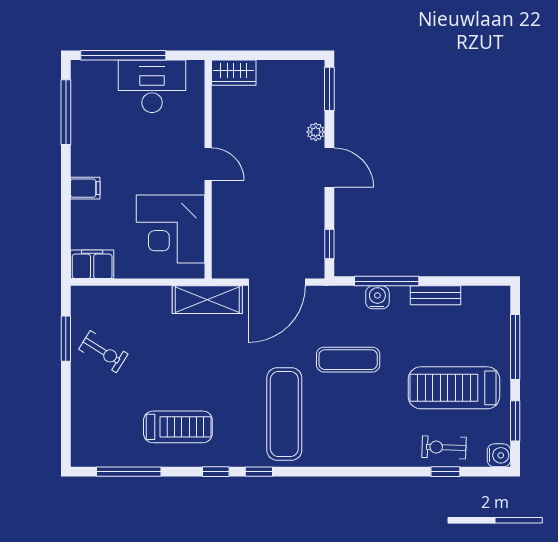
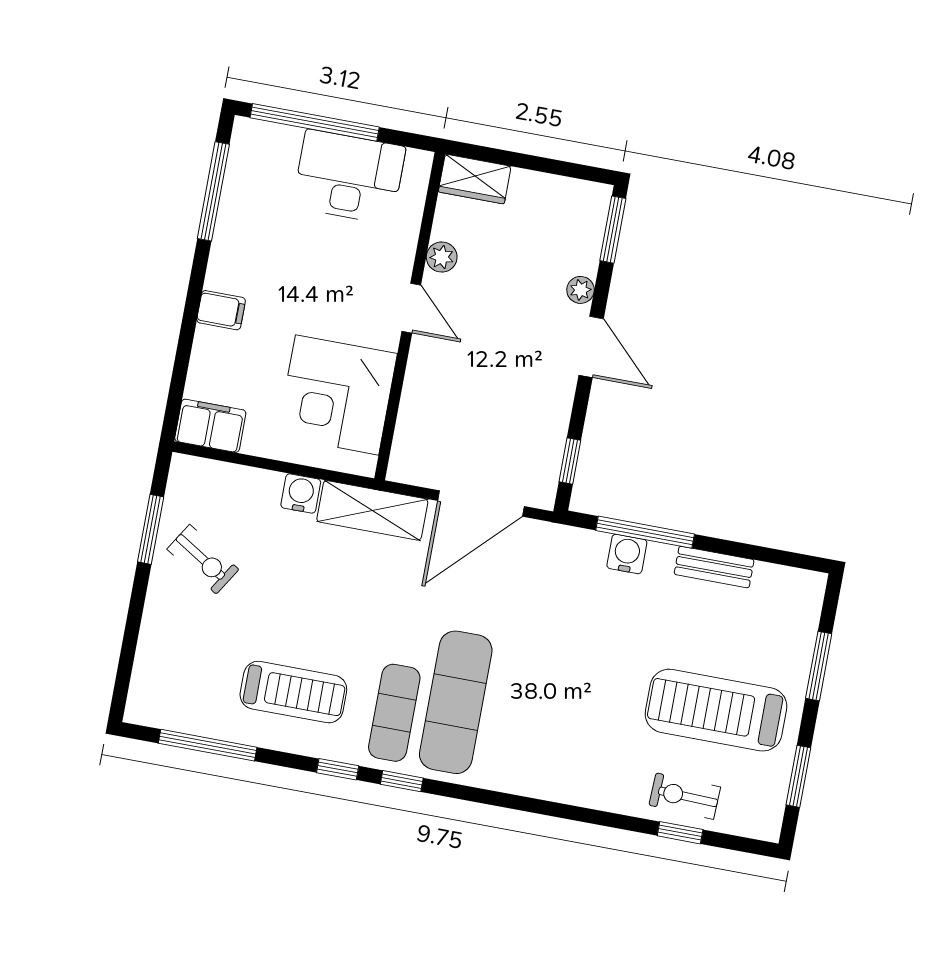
plant: (222, 127) -> (442, 257), added
window: (515, 347) -> (819, 666), width x0.69
exercise mat: (348, 360) -> (394, 713), moved, turned 90
water cooler: (499, 455) -> (301, 493), moved, turned -90

